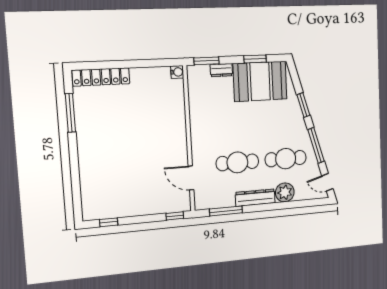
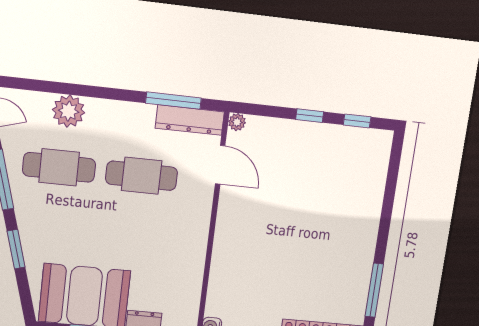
dresser: (255, 198) -> (190, 120), moved
plant: (185, 206) -> (237, 122), added
window: (175, 216) -> (310, 116), moved

